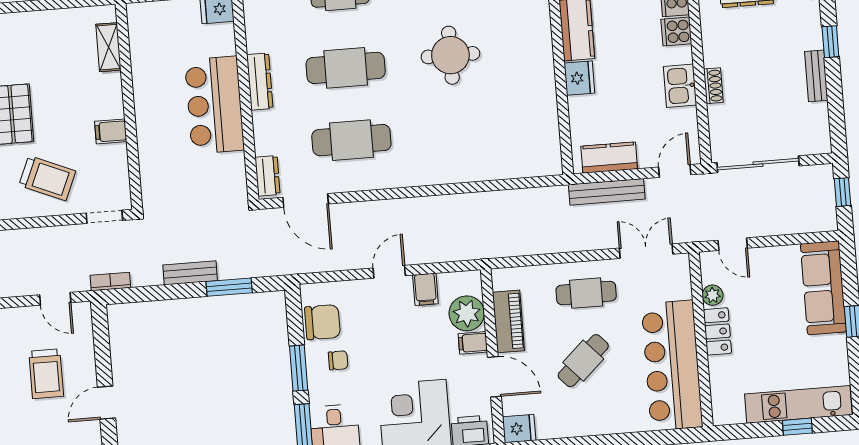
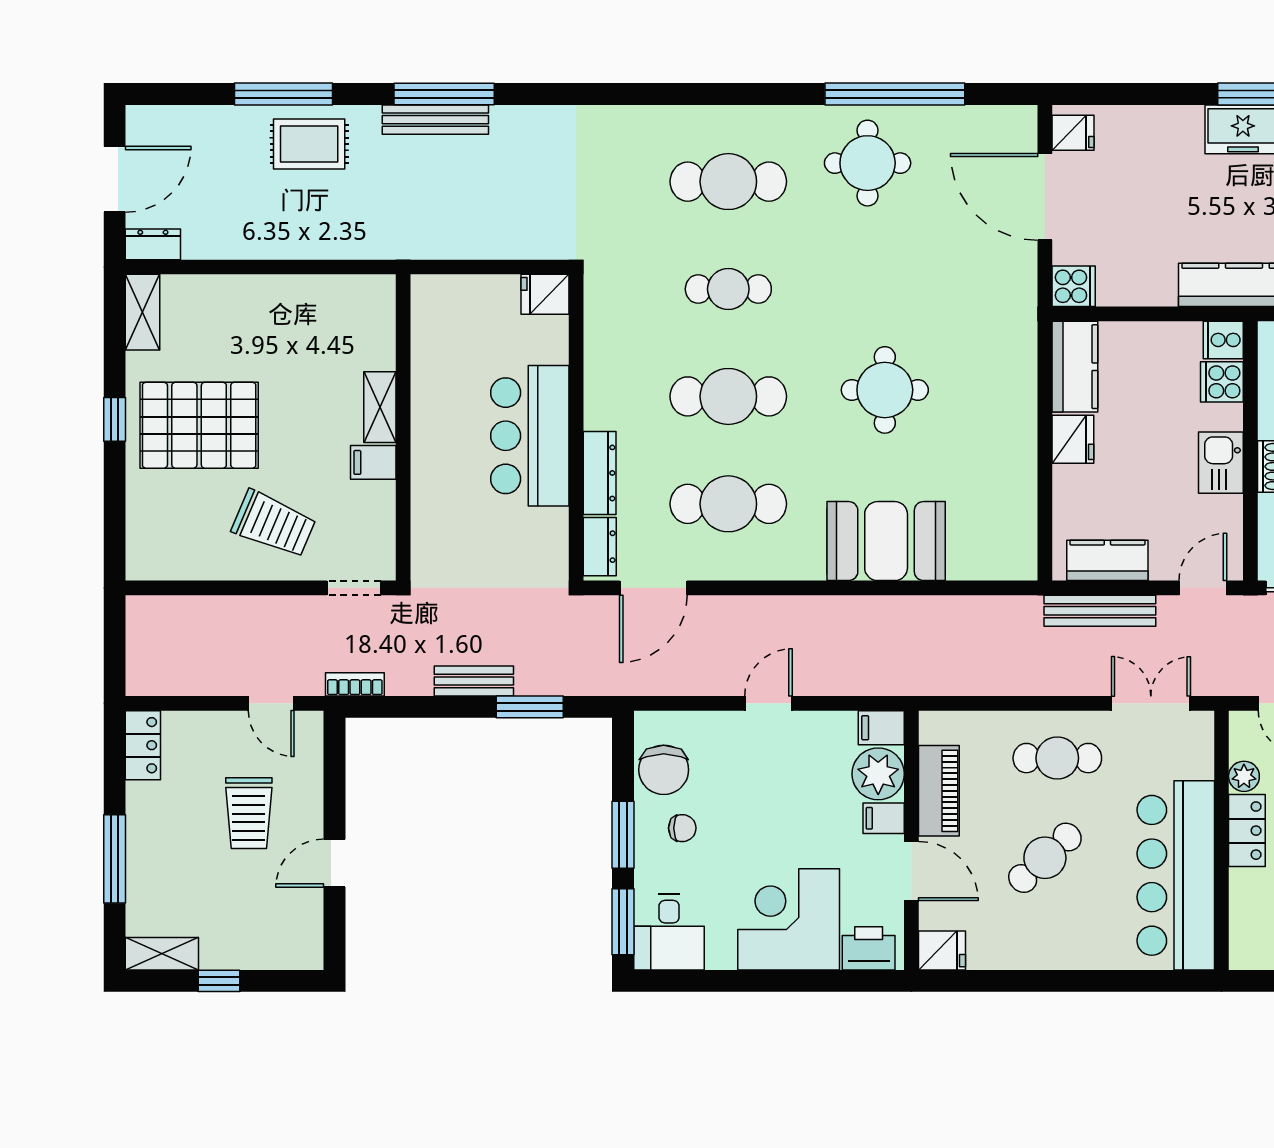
shelving: (108, 47) -> (380, 407), moved
dresser: (260, 82) -> (600, 473), moved
booth: (459, 157) -> (886, 541), added
door: (306, 201) -> (653, 588), hinge flipped
filing cabinet: (425, 289) -> (881, 728), moved, turned 90
chair: (322, 322) -> (664, 770), turned 90

